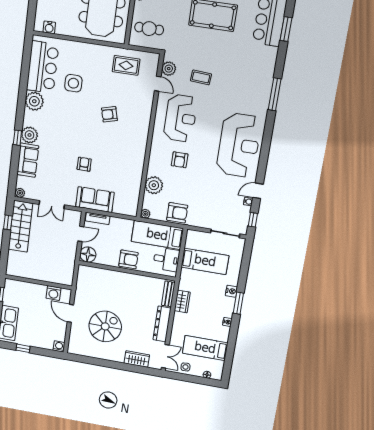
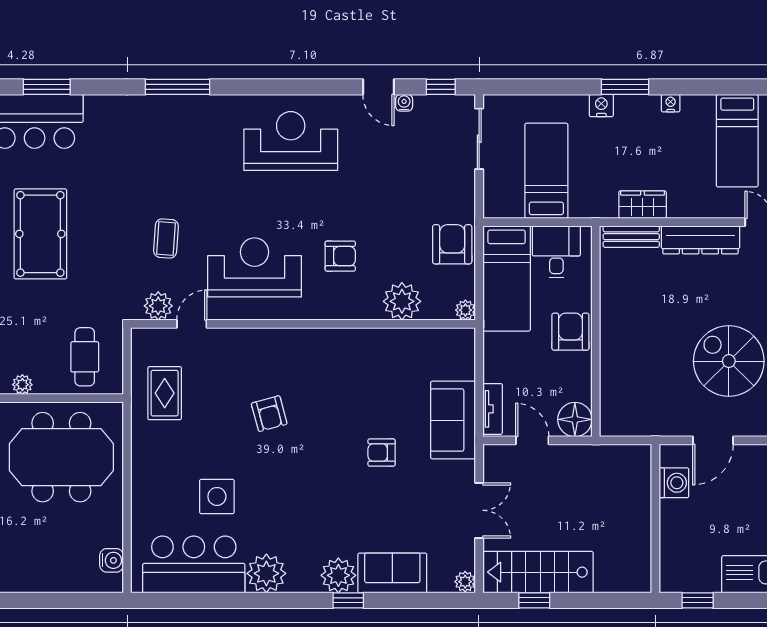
reception desk: (239, 145) -> (291, 141), width x0.74, depth x0.77

